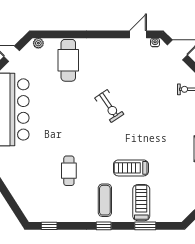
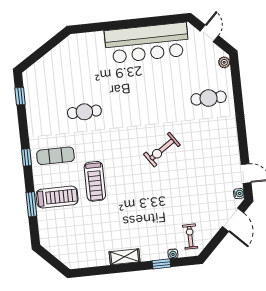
cafe table: (68, 60) -> (209, 98), width x0.73, depth x0.74
treadmill: (131, 168) -> (95, 181), turned 180

